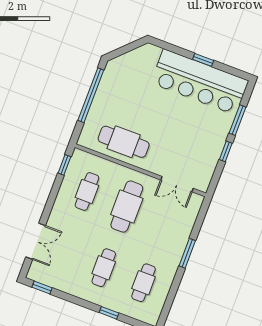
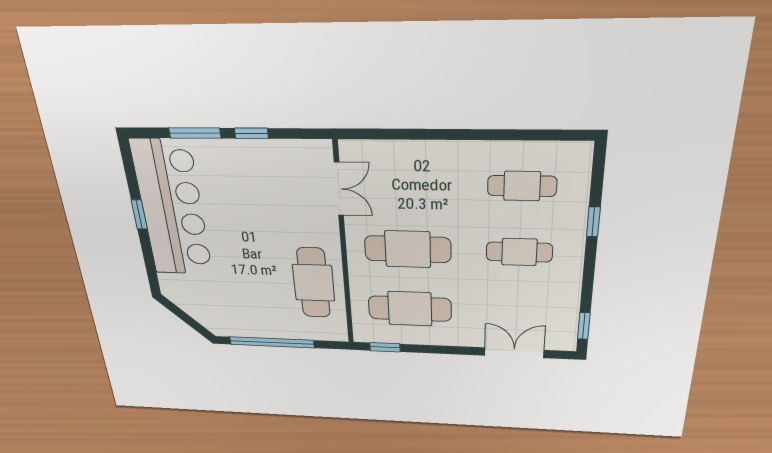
cafe table: (87, 191) -> (410, 309), width x1.37, depth x1.35
window: (187, 253) -> (444, 134), removed

